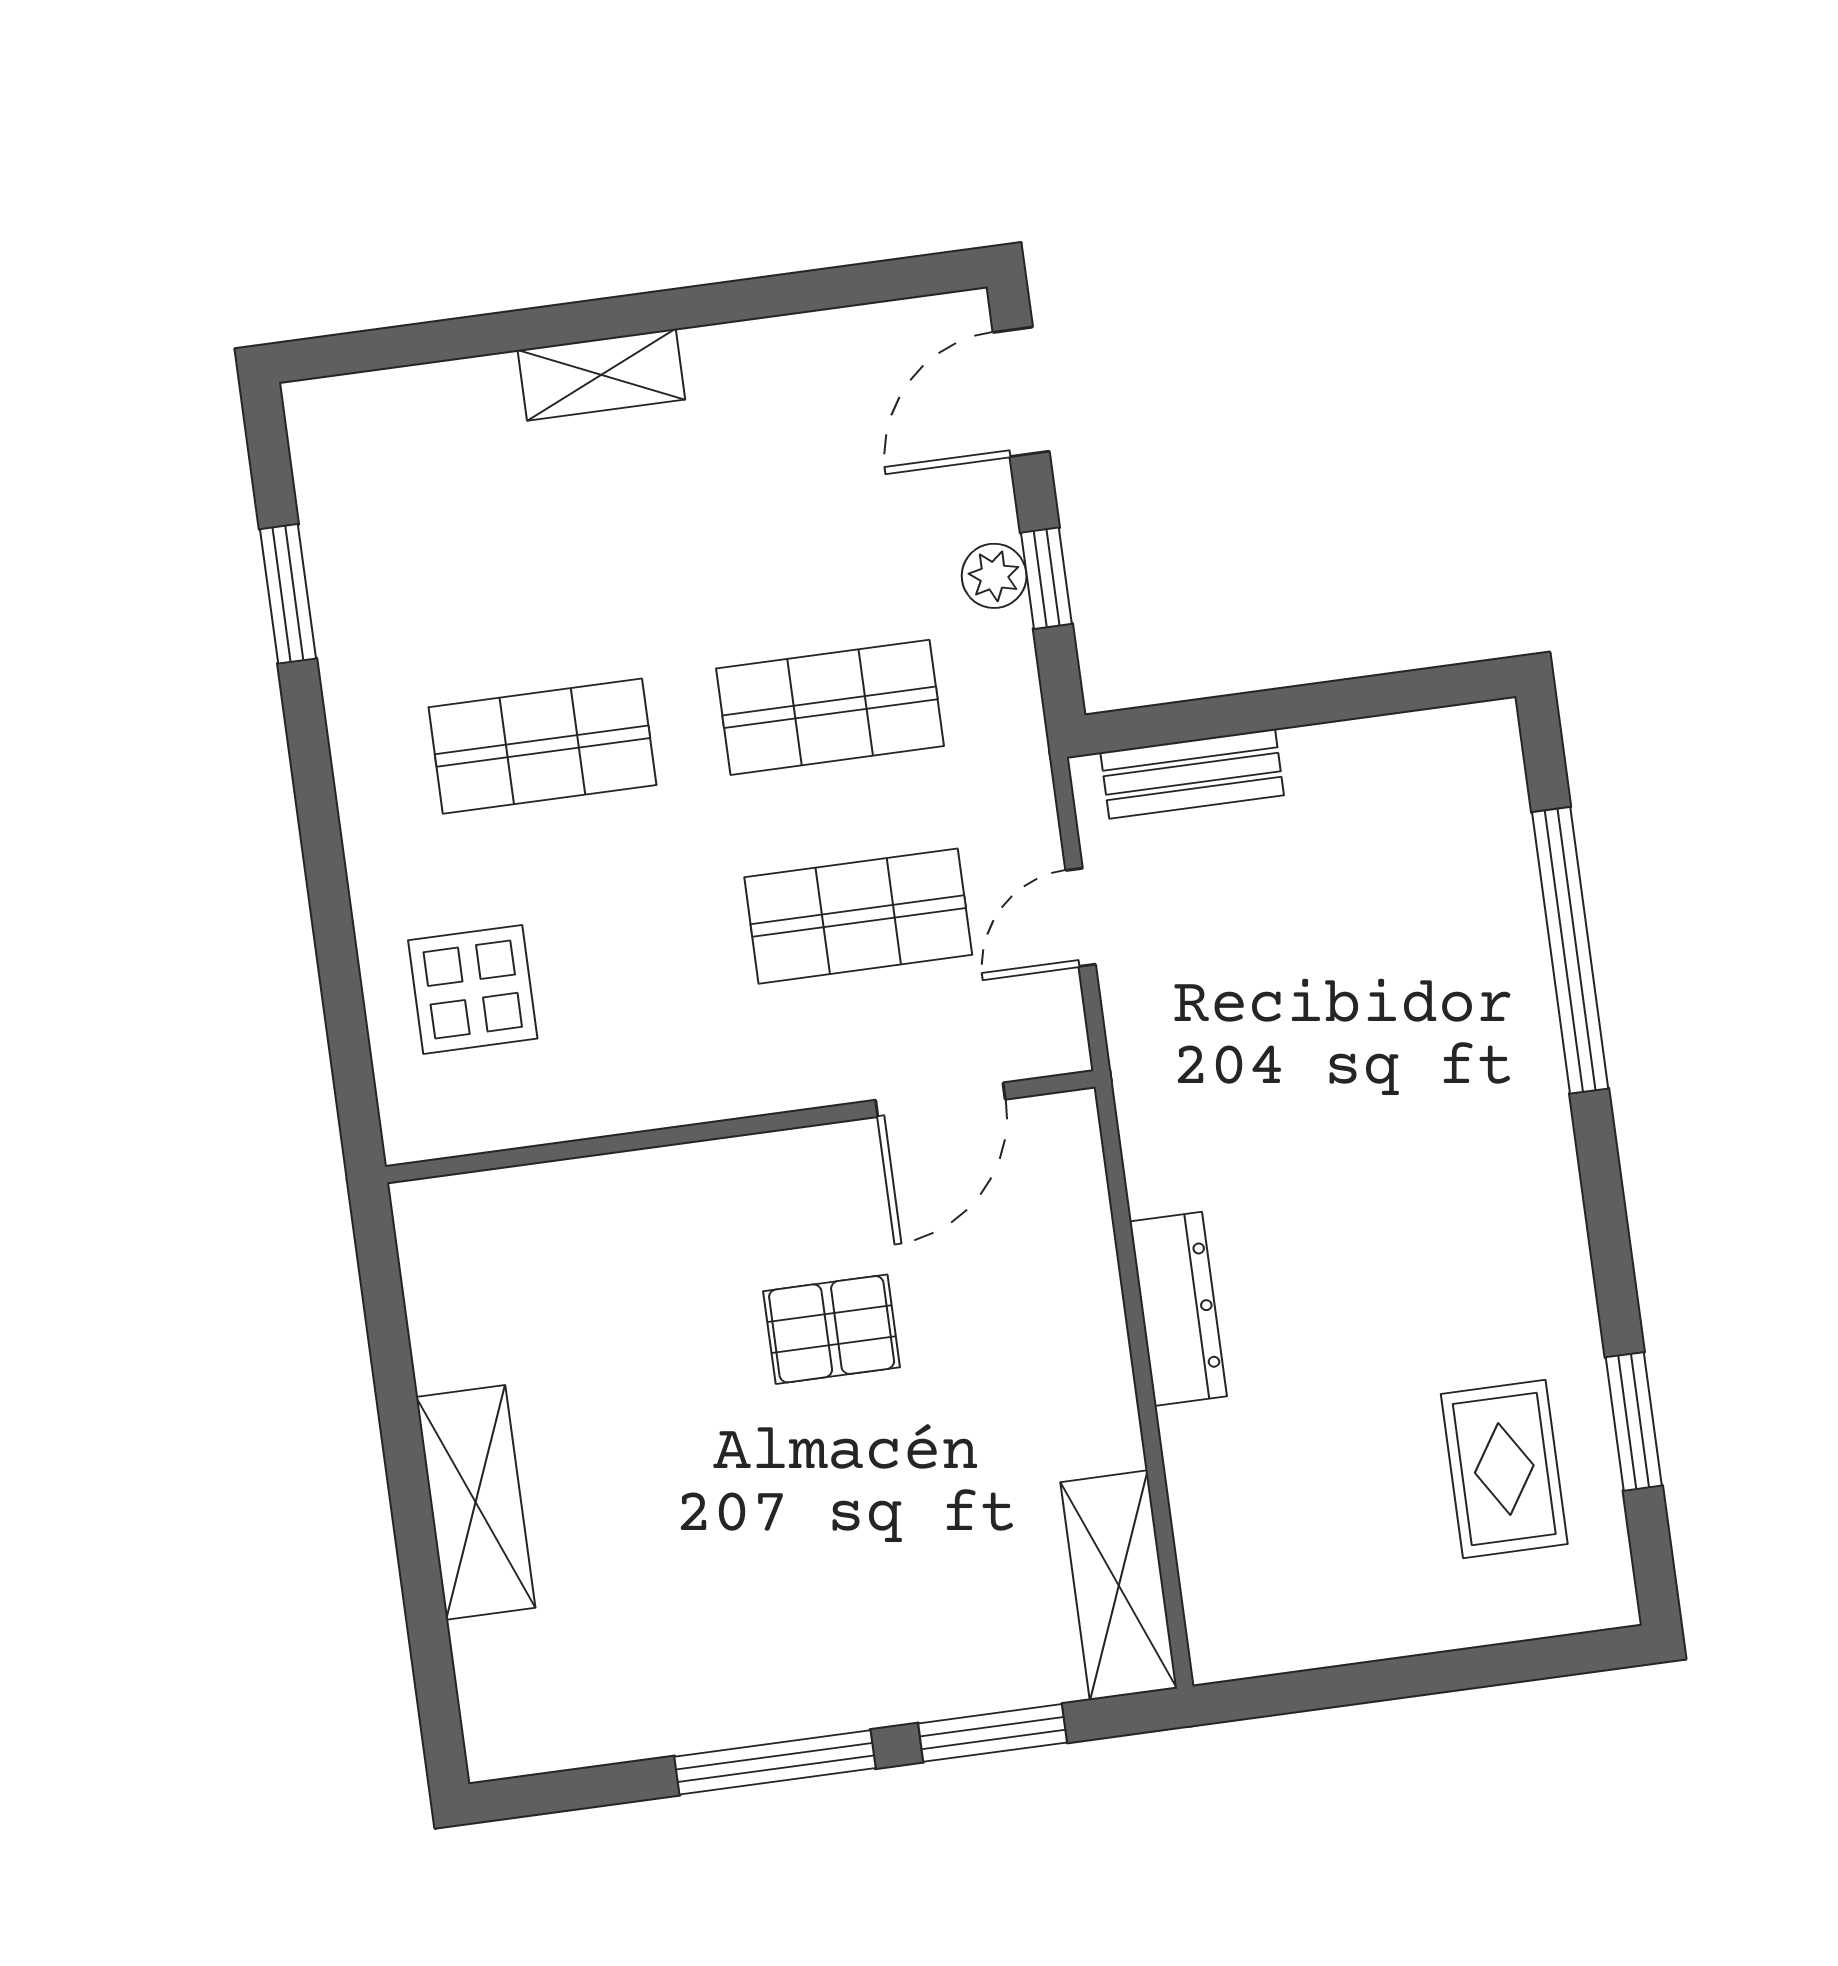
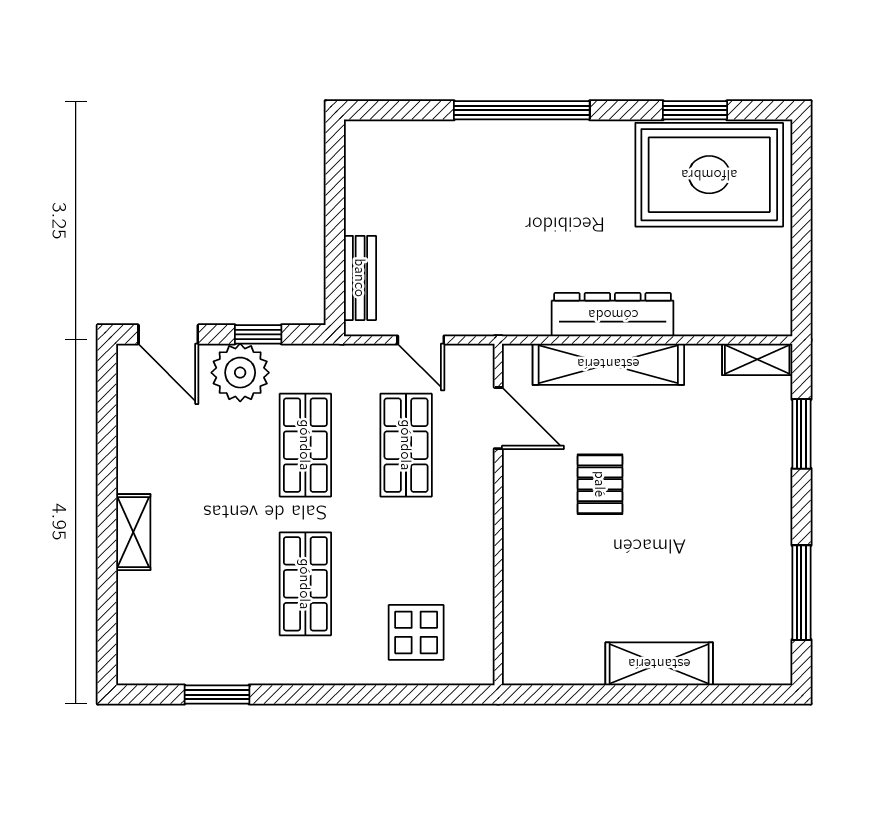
plant: (994, 576) -> (240, 373), width x1.87, depth x1.87
window: (1570, 950) -> (522, 110), moved
dresser: (1178, 1309) -> (613, 315), width x1.37, depth x1.24
shelving: (1083, 1313) -> (608, 364), added
rug: (1504, 1469) -> (709, 175), width x1.86, depth x2.06
shelving: (1119, 1585) -> (757, 359), width x0.67, depth x0.75
window: (775, 1762) -> (801, 593), moved

